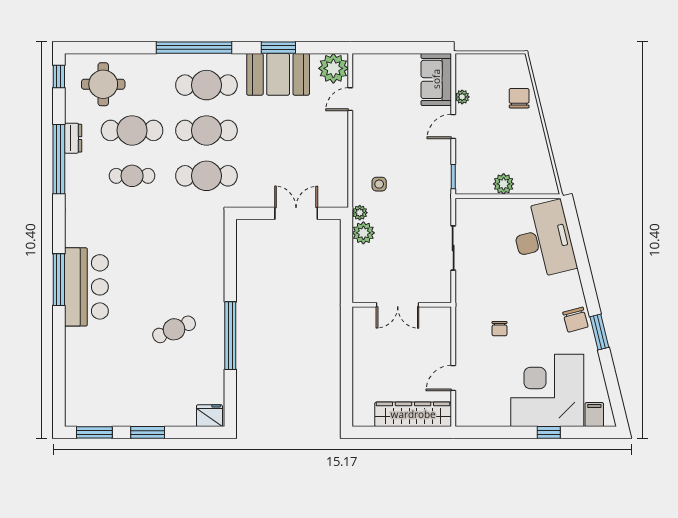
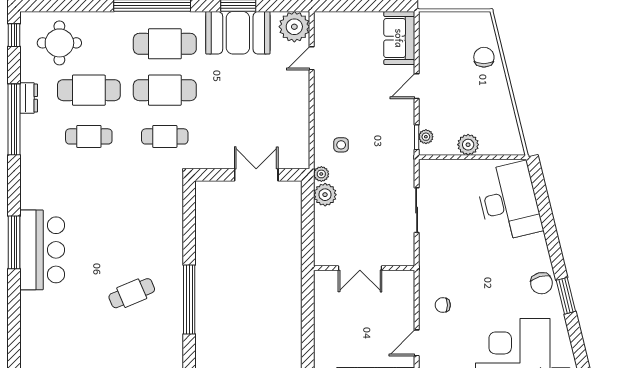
plant: (462, 97) -> (426, 137), moved
cafe table: (206, 176) -> (165, 136), width x0.73, depth x0.74
chair: (500, 329) -> (443, 305), moved, turned 90

